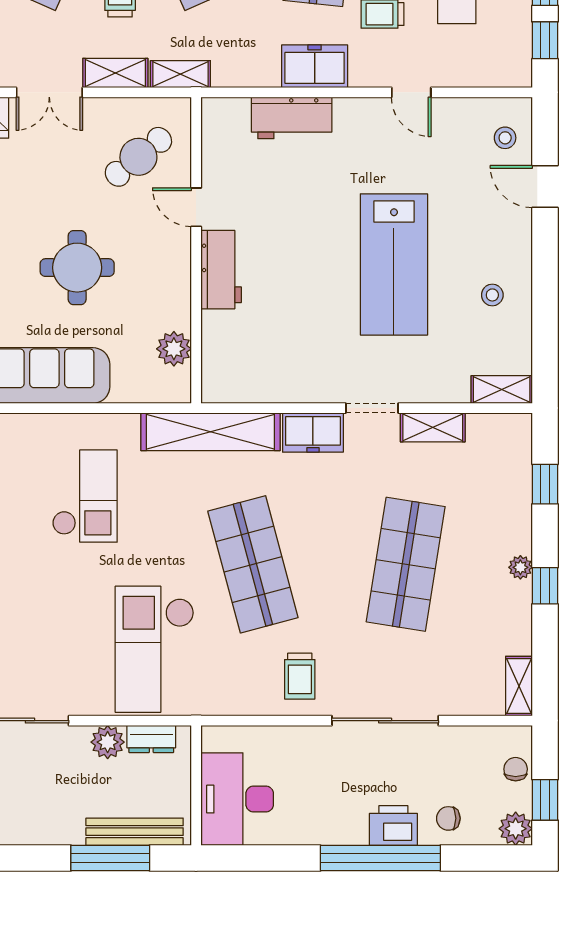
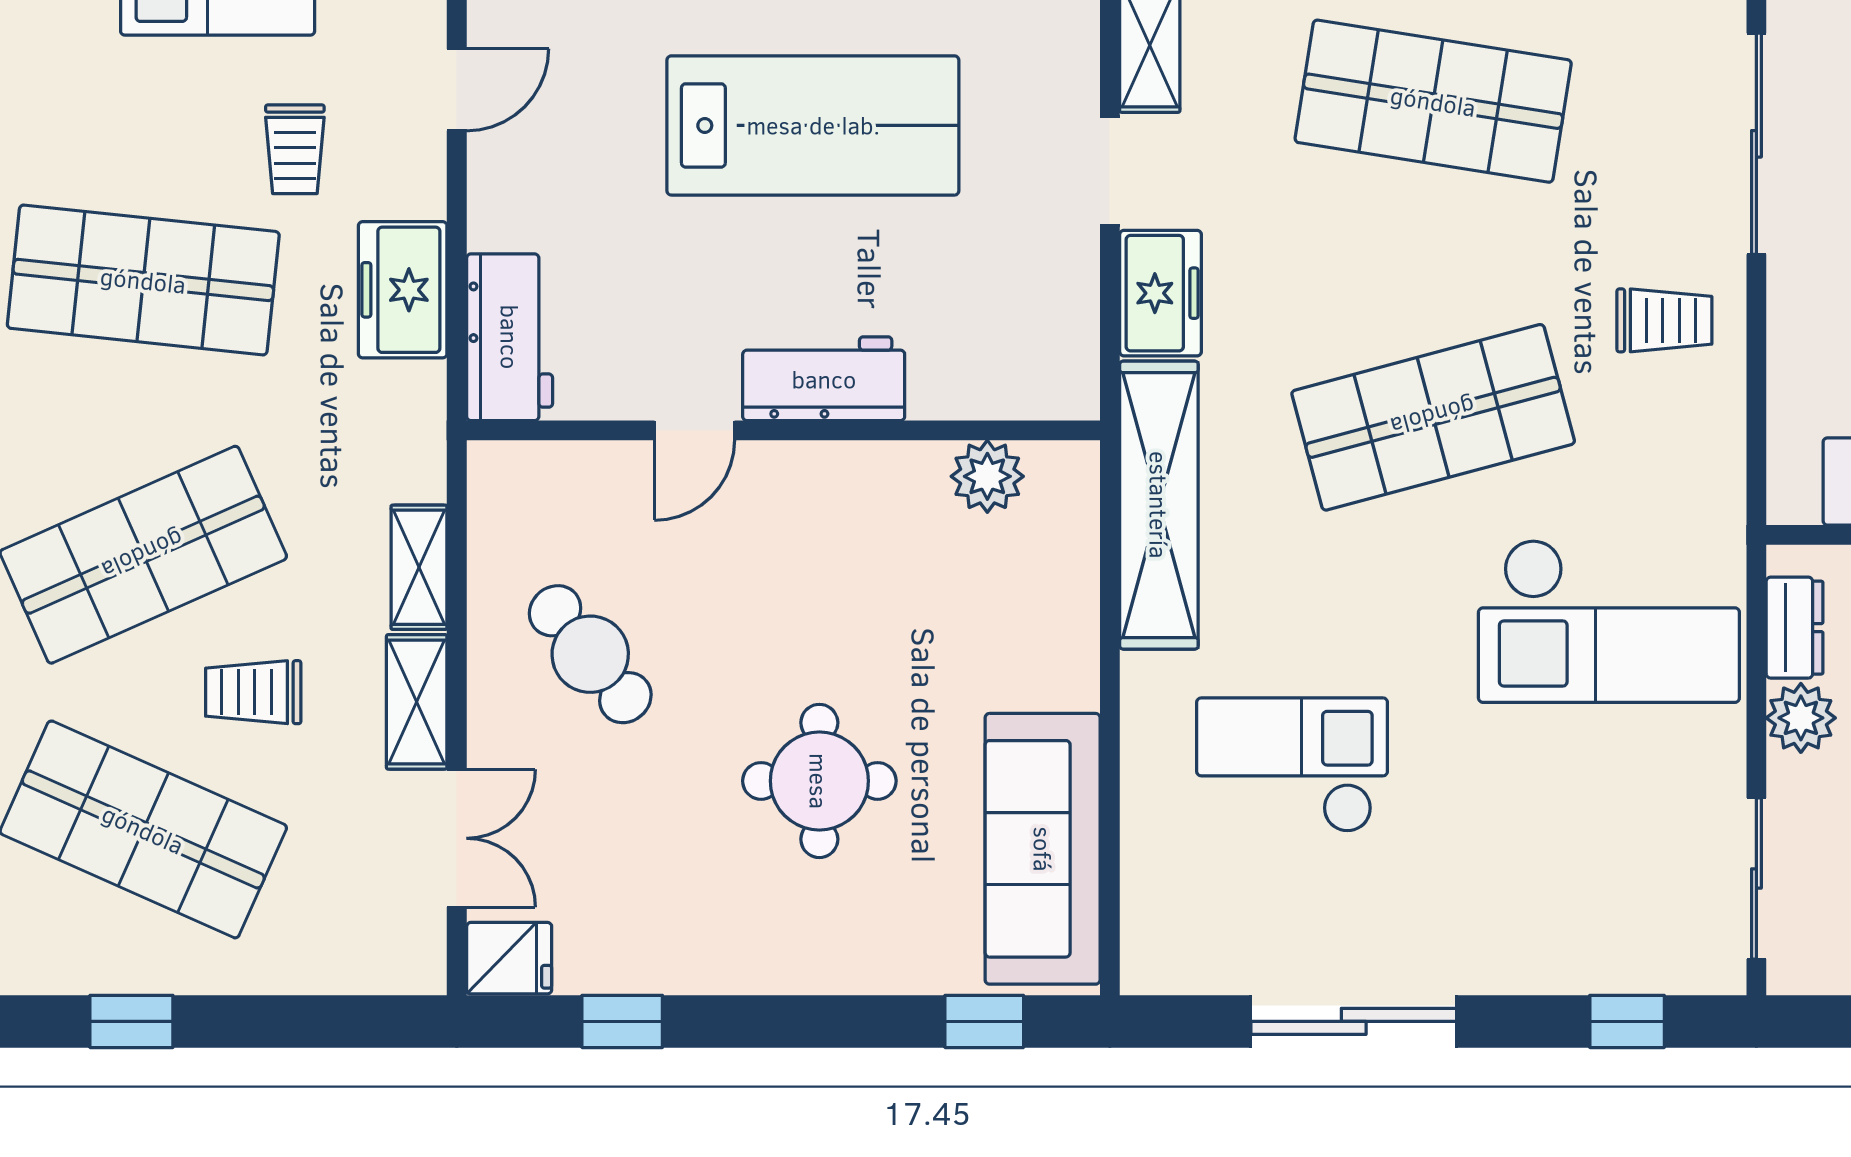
door: (196, 207) -> (694, 430), moved
wall: (196, 250) -> (783, 430), moved
workbench: (221, 270) -> (824, 379), moved
plant: (174, 349) -> (987, 476), moved

